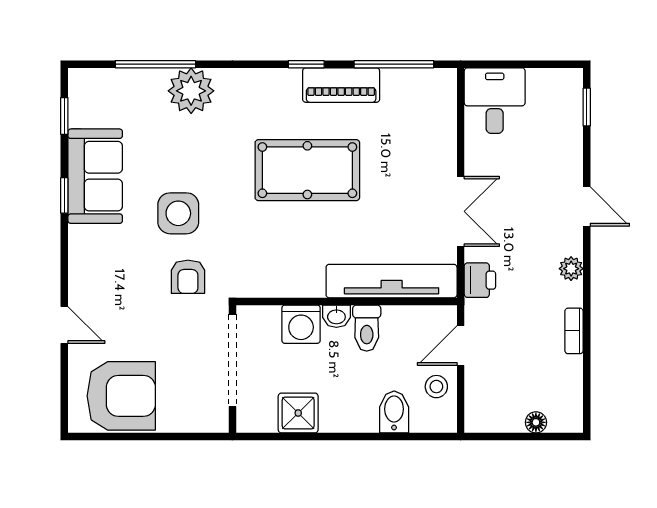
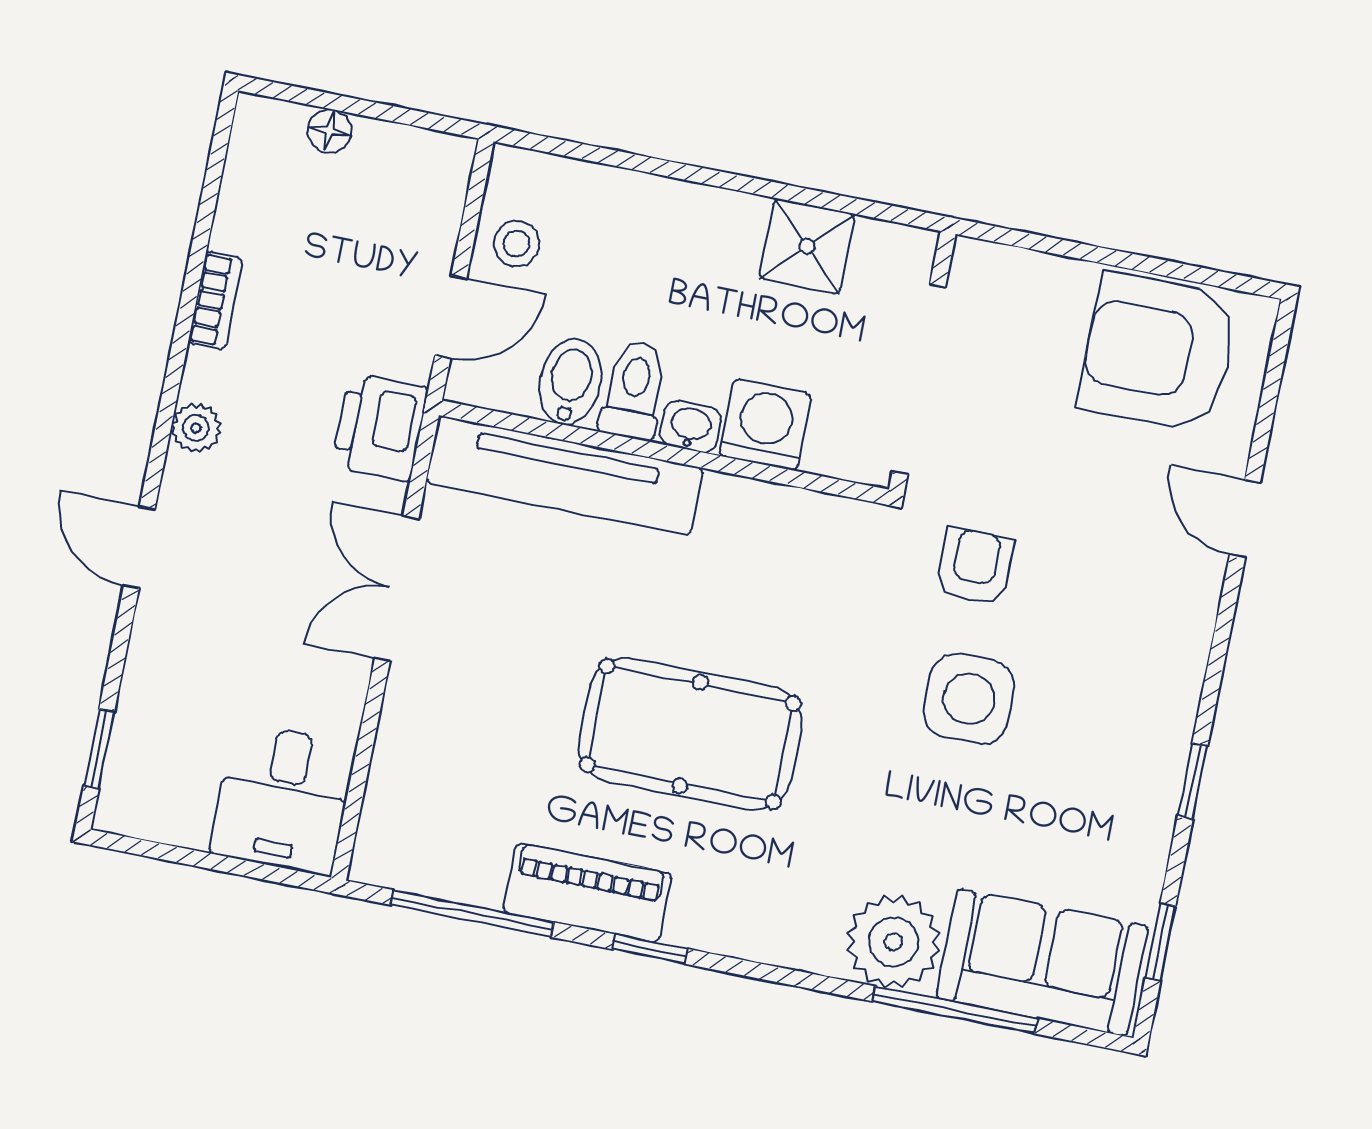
sofa: (95, 176) -> (1042, 962), moved, turned 90
printer: (480, 280) -> (380, 427), width x1.36, depth x1.24
bidet: (394, 412) -> (570, 382), moved, turned 180

